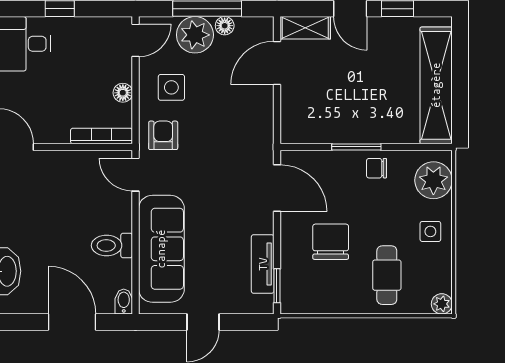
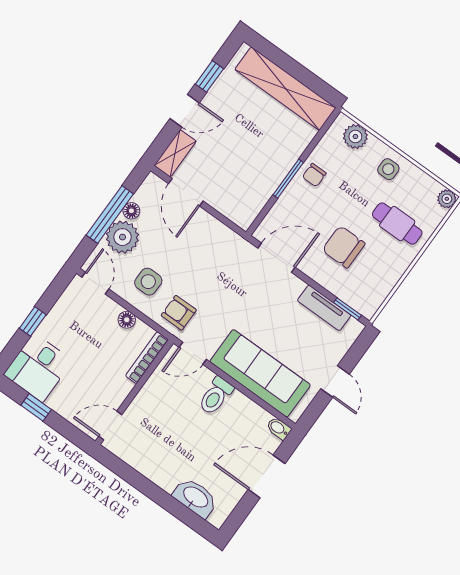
plant: (433, 180) -> (355, 136), width x0.73, depth x0.73
toilet: (112, 245) -> (216, 396), moved

